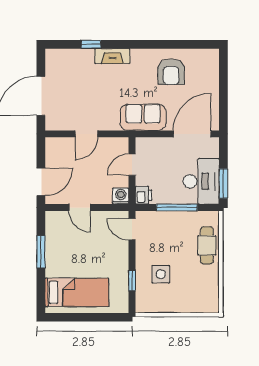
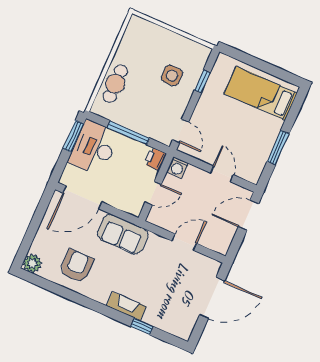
plant: (210, 57) -> (32, 263), added

